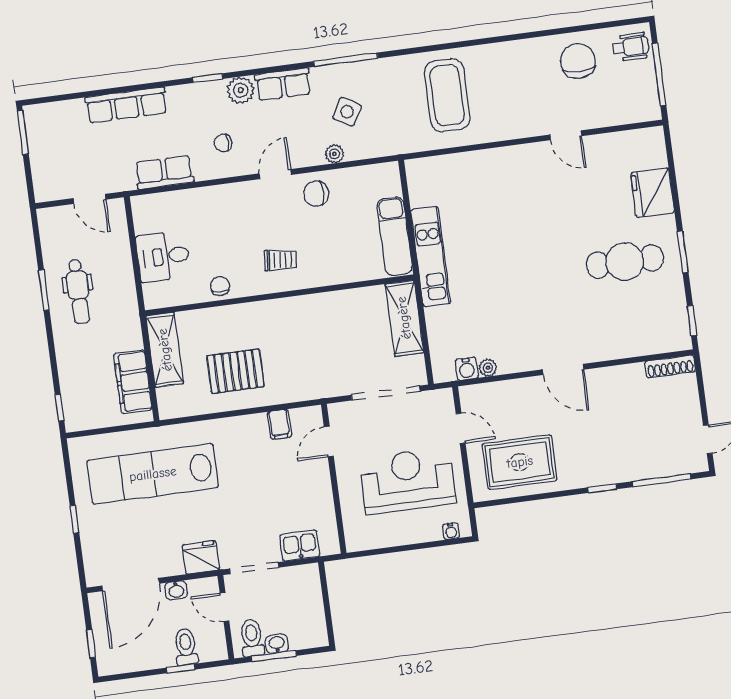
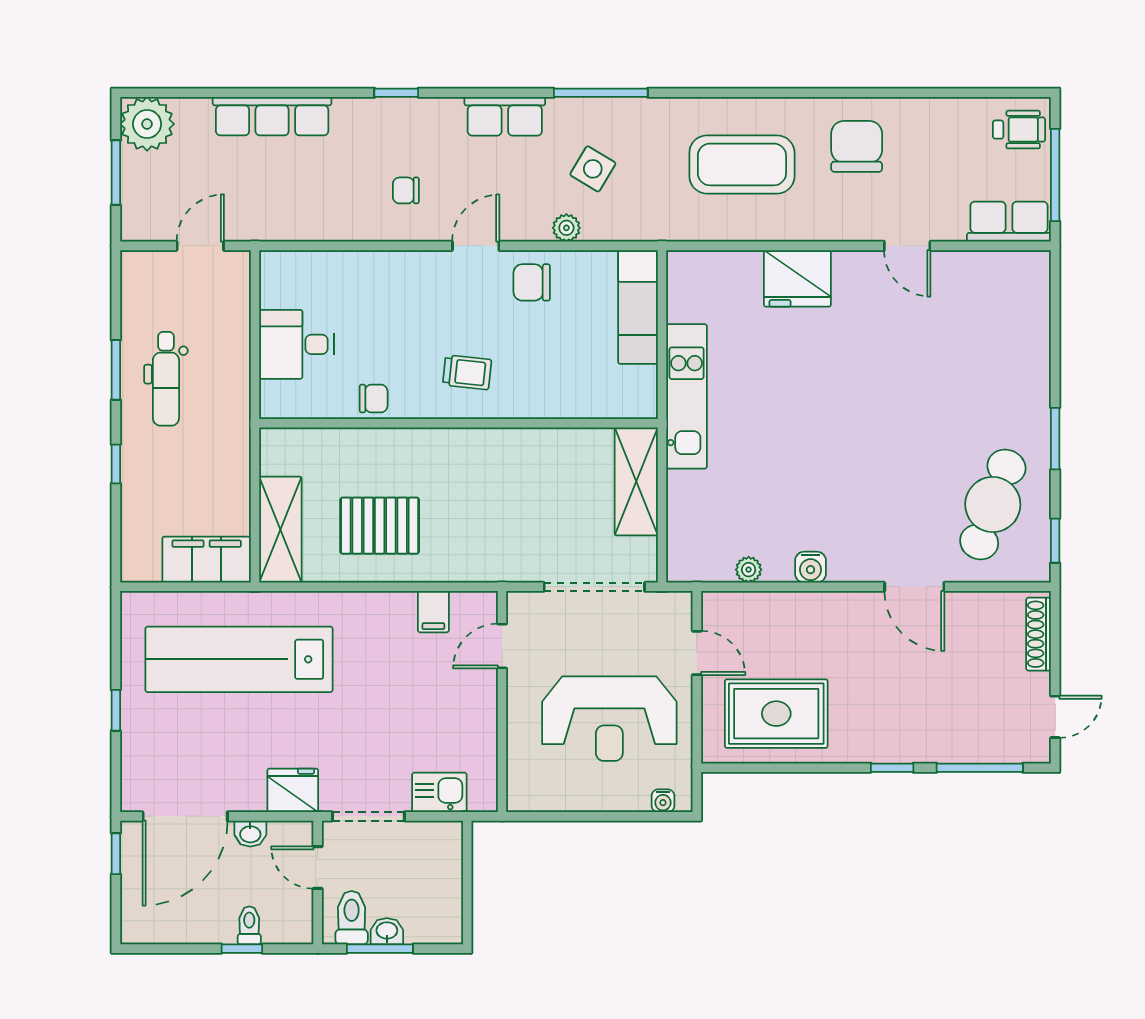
chair: (578, 61) -> (857, 146), moved
plant: (241, 90) -> (147, 124), moved, width x1.36, depth x1.36
coffee table: (447, 95) -> (742, 164), turned 90
window: (23, 133) -> (116, 173), moved
row of seats: (164, 172) -> (1009, 222), moved
fridge: (653, 193) -> (797, 278), moved, turned -90
door: (90, 199) -> (200, 246), swing flipped
exam couch: (395, 236) -> (638, 307), moved
cafe table: (625, 262) -> (993, 505), moved, turned -70
chair: (220, 286) -> (374, 398), turned 84
shelving: (165, 350) -> (280, 530), moved
shoe rack: (670, 367) -> (1039, 634), moved, turned 90
water cooler: (467, 369) -> (811, 567), moved
door: (563, 369) -> (914, 587), moved
filing cabinet: (133, 382) -> (207, 560), moved, turned 90
window: (60, 408) -> (116, 464), moved
reception desk: (408, 481) -> (609, 719), turned 180
window: (91, 644) -> (116, 854), moved
toilet: (186, 647) -> (249, 925), width x0.73, depth x0.72

